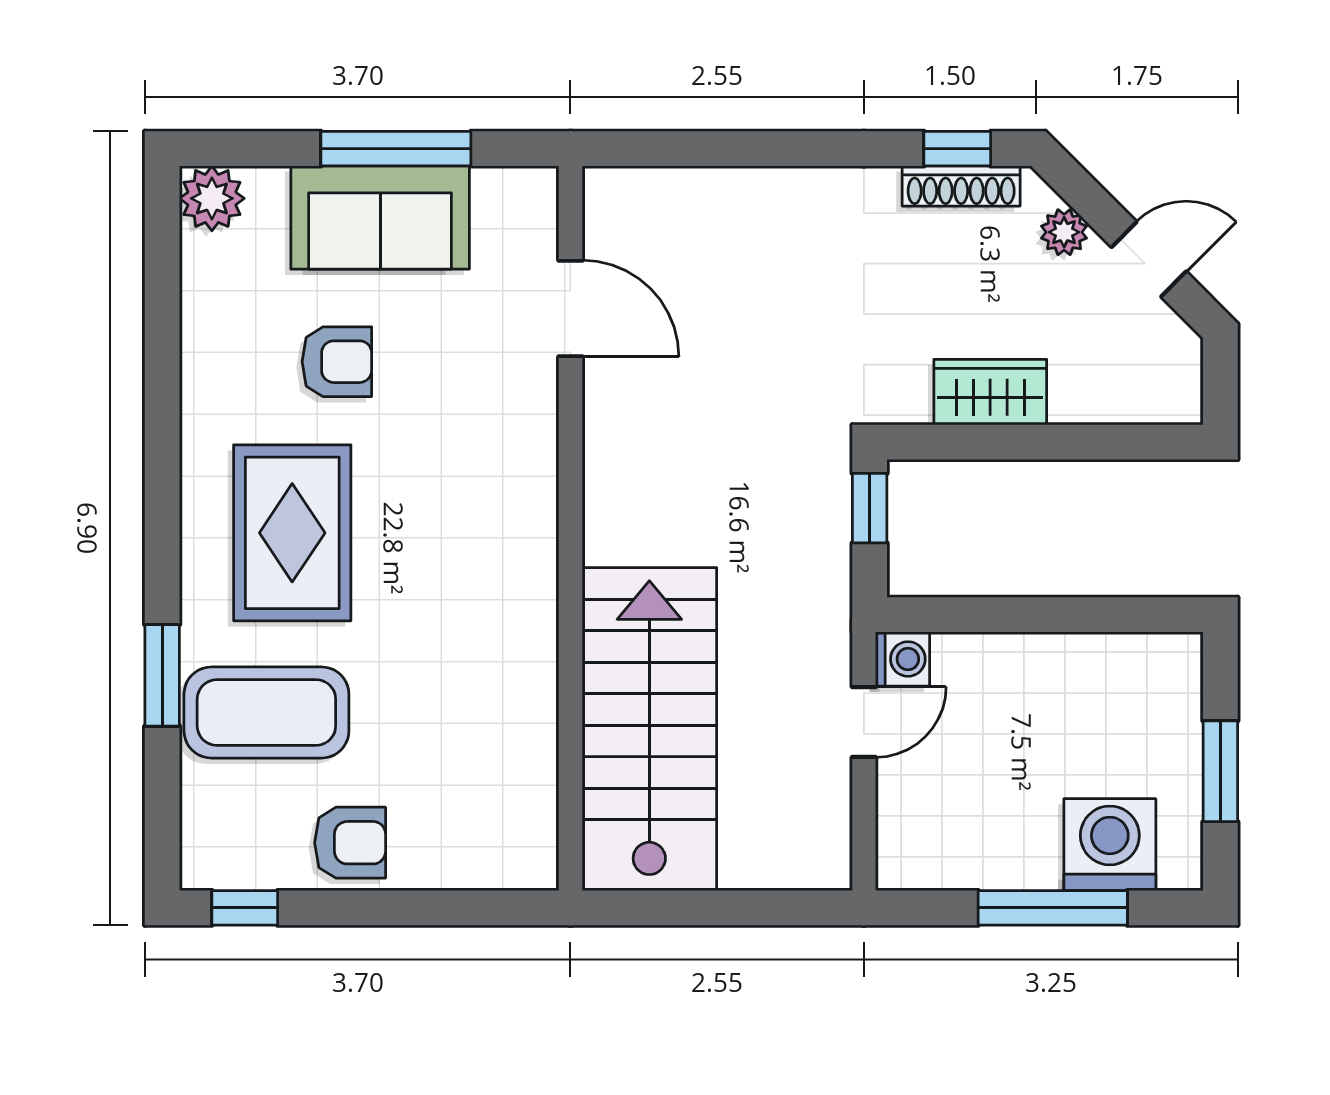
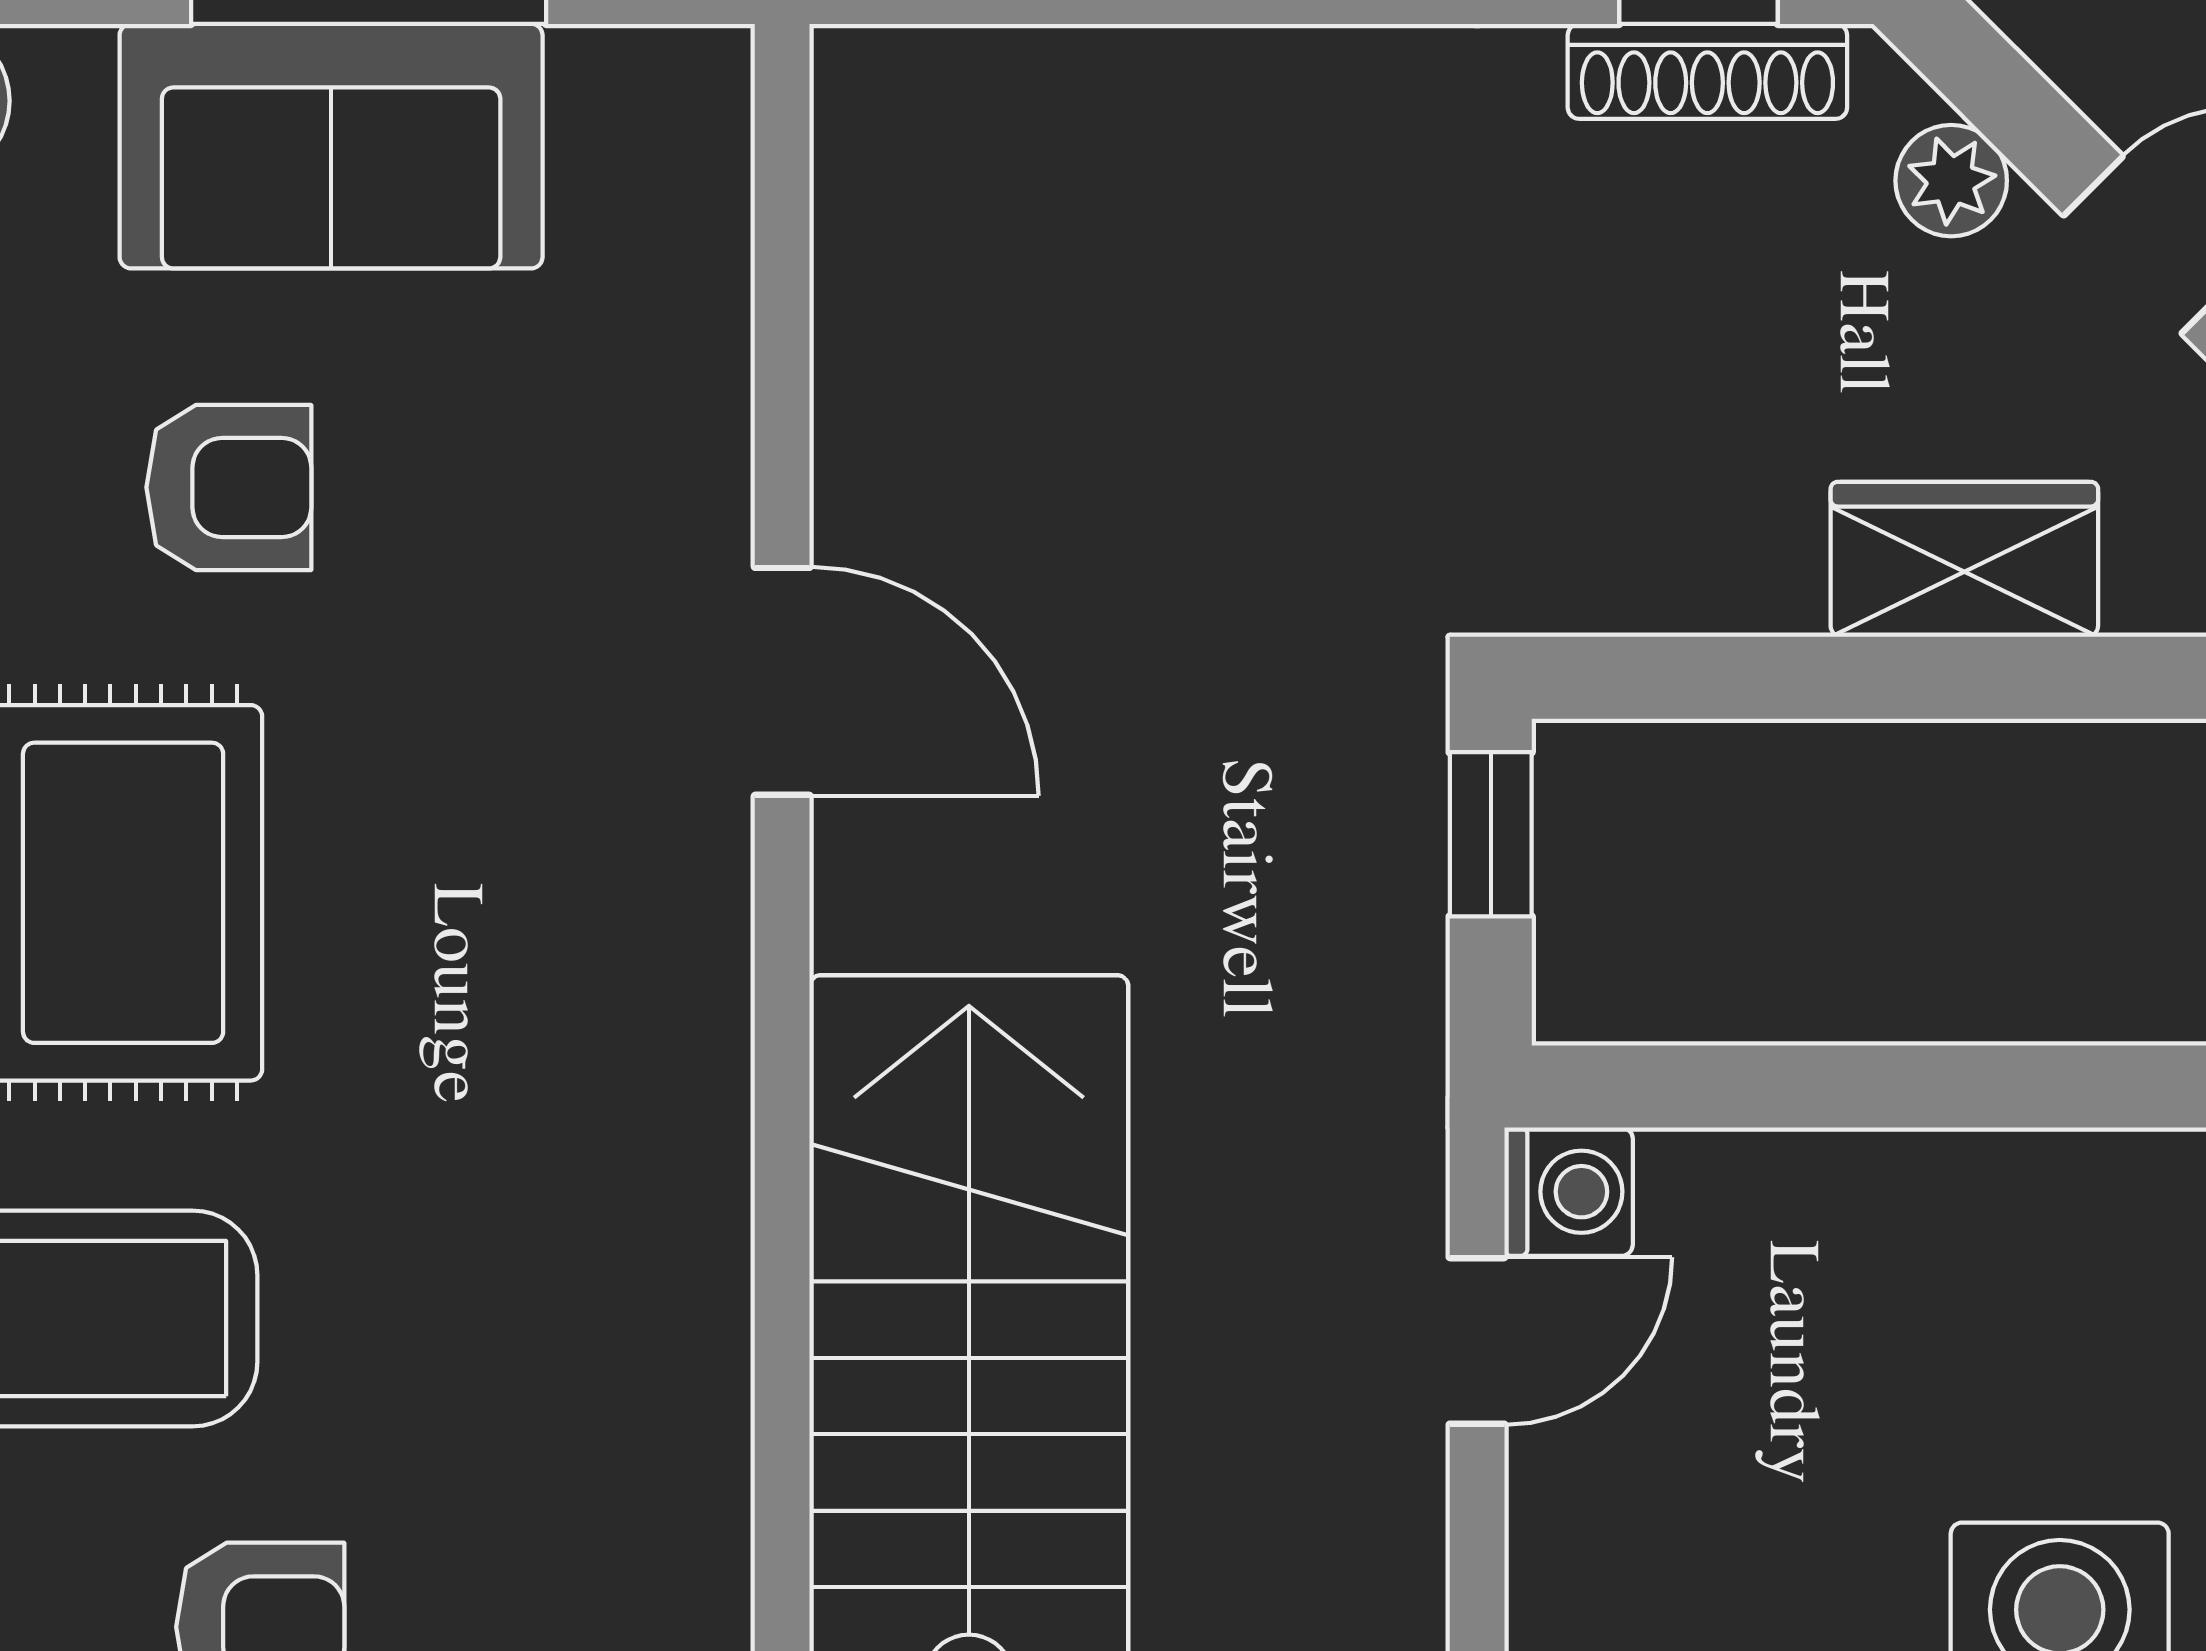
door: (570, 308) -> (782, 681), moved
wardrobe: (990, 392) -> (1964, 559), moved

